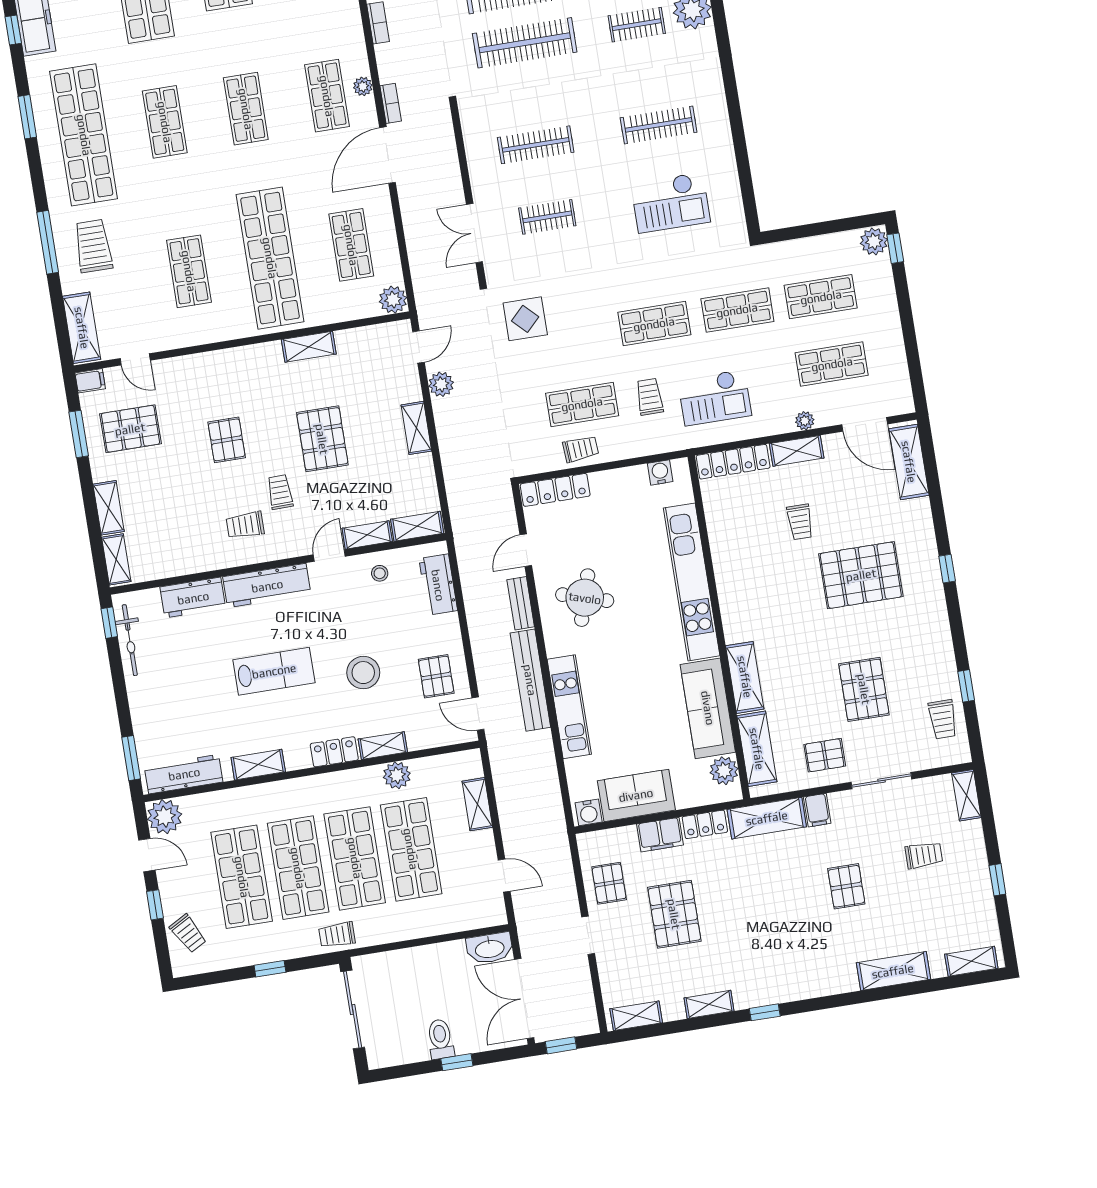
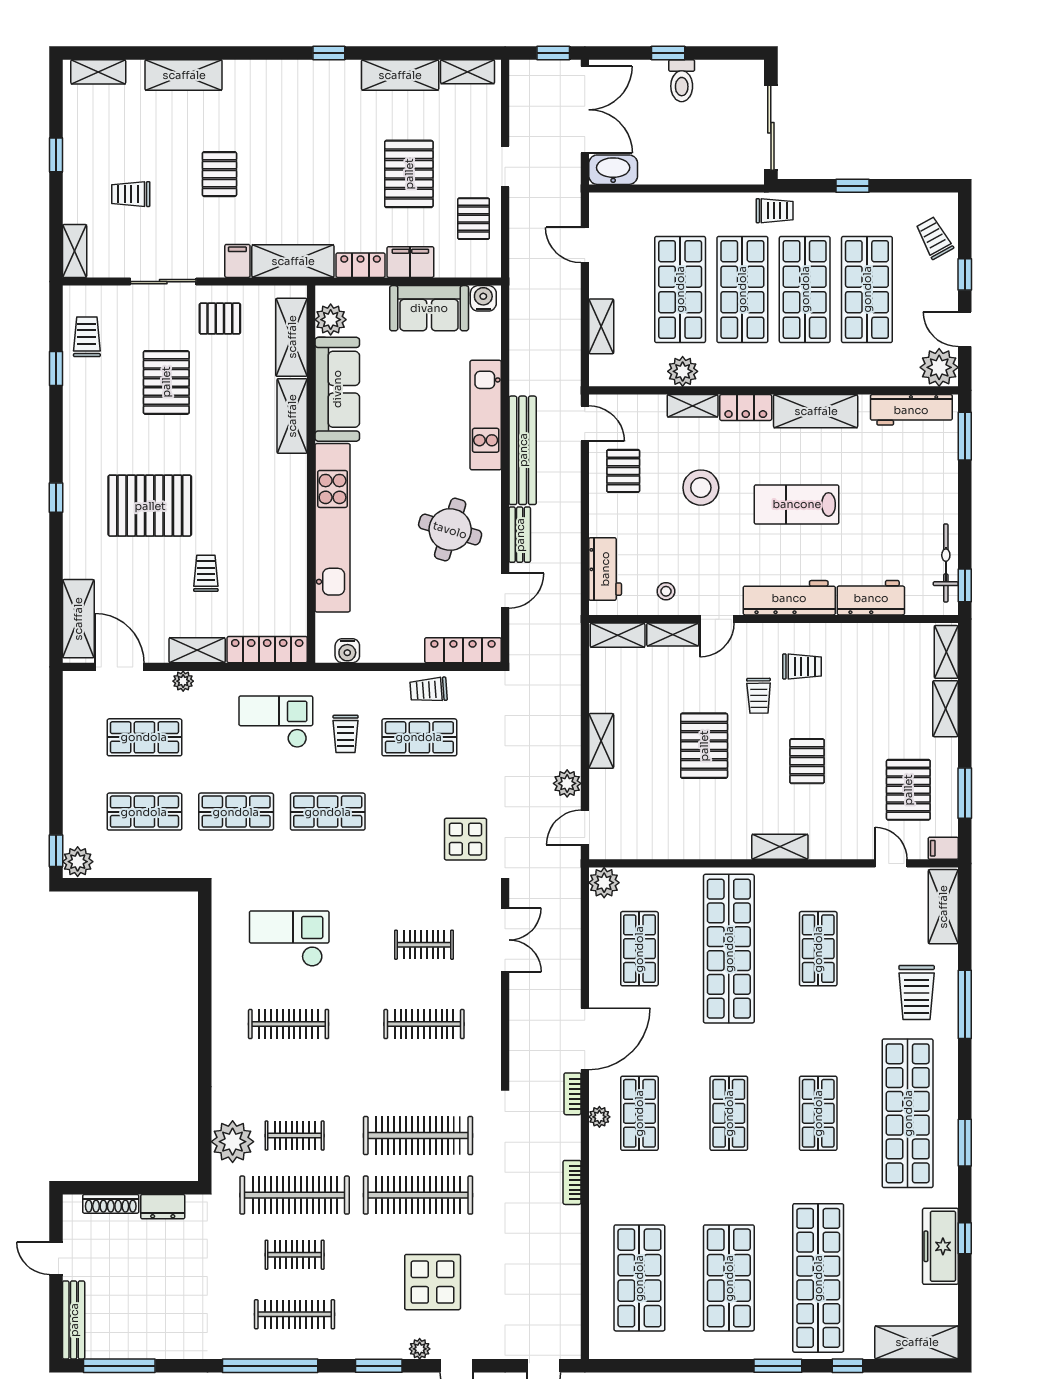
shelving: (309, 347) -> (780, 847), moved
pallet: (130, 429) -> (908, 790), turned 90
shelving: (258, 765) -> (816, 411), width x1.50, depth x1.33
shelving: (709, 1004) -> (400, 75), width x1.50, depth x1.33

